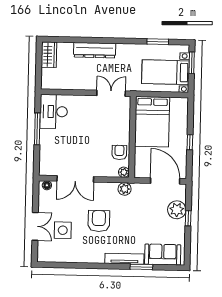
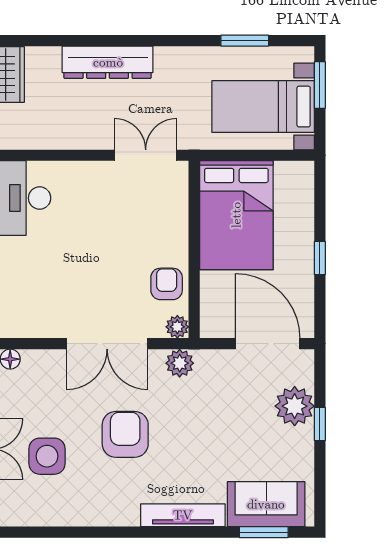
double door: (75, 179) -> (107, 344), moved
window: (141, 267) -> (264, 532), moved

